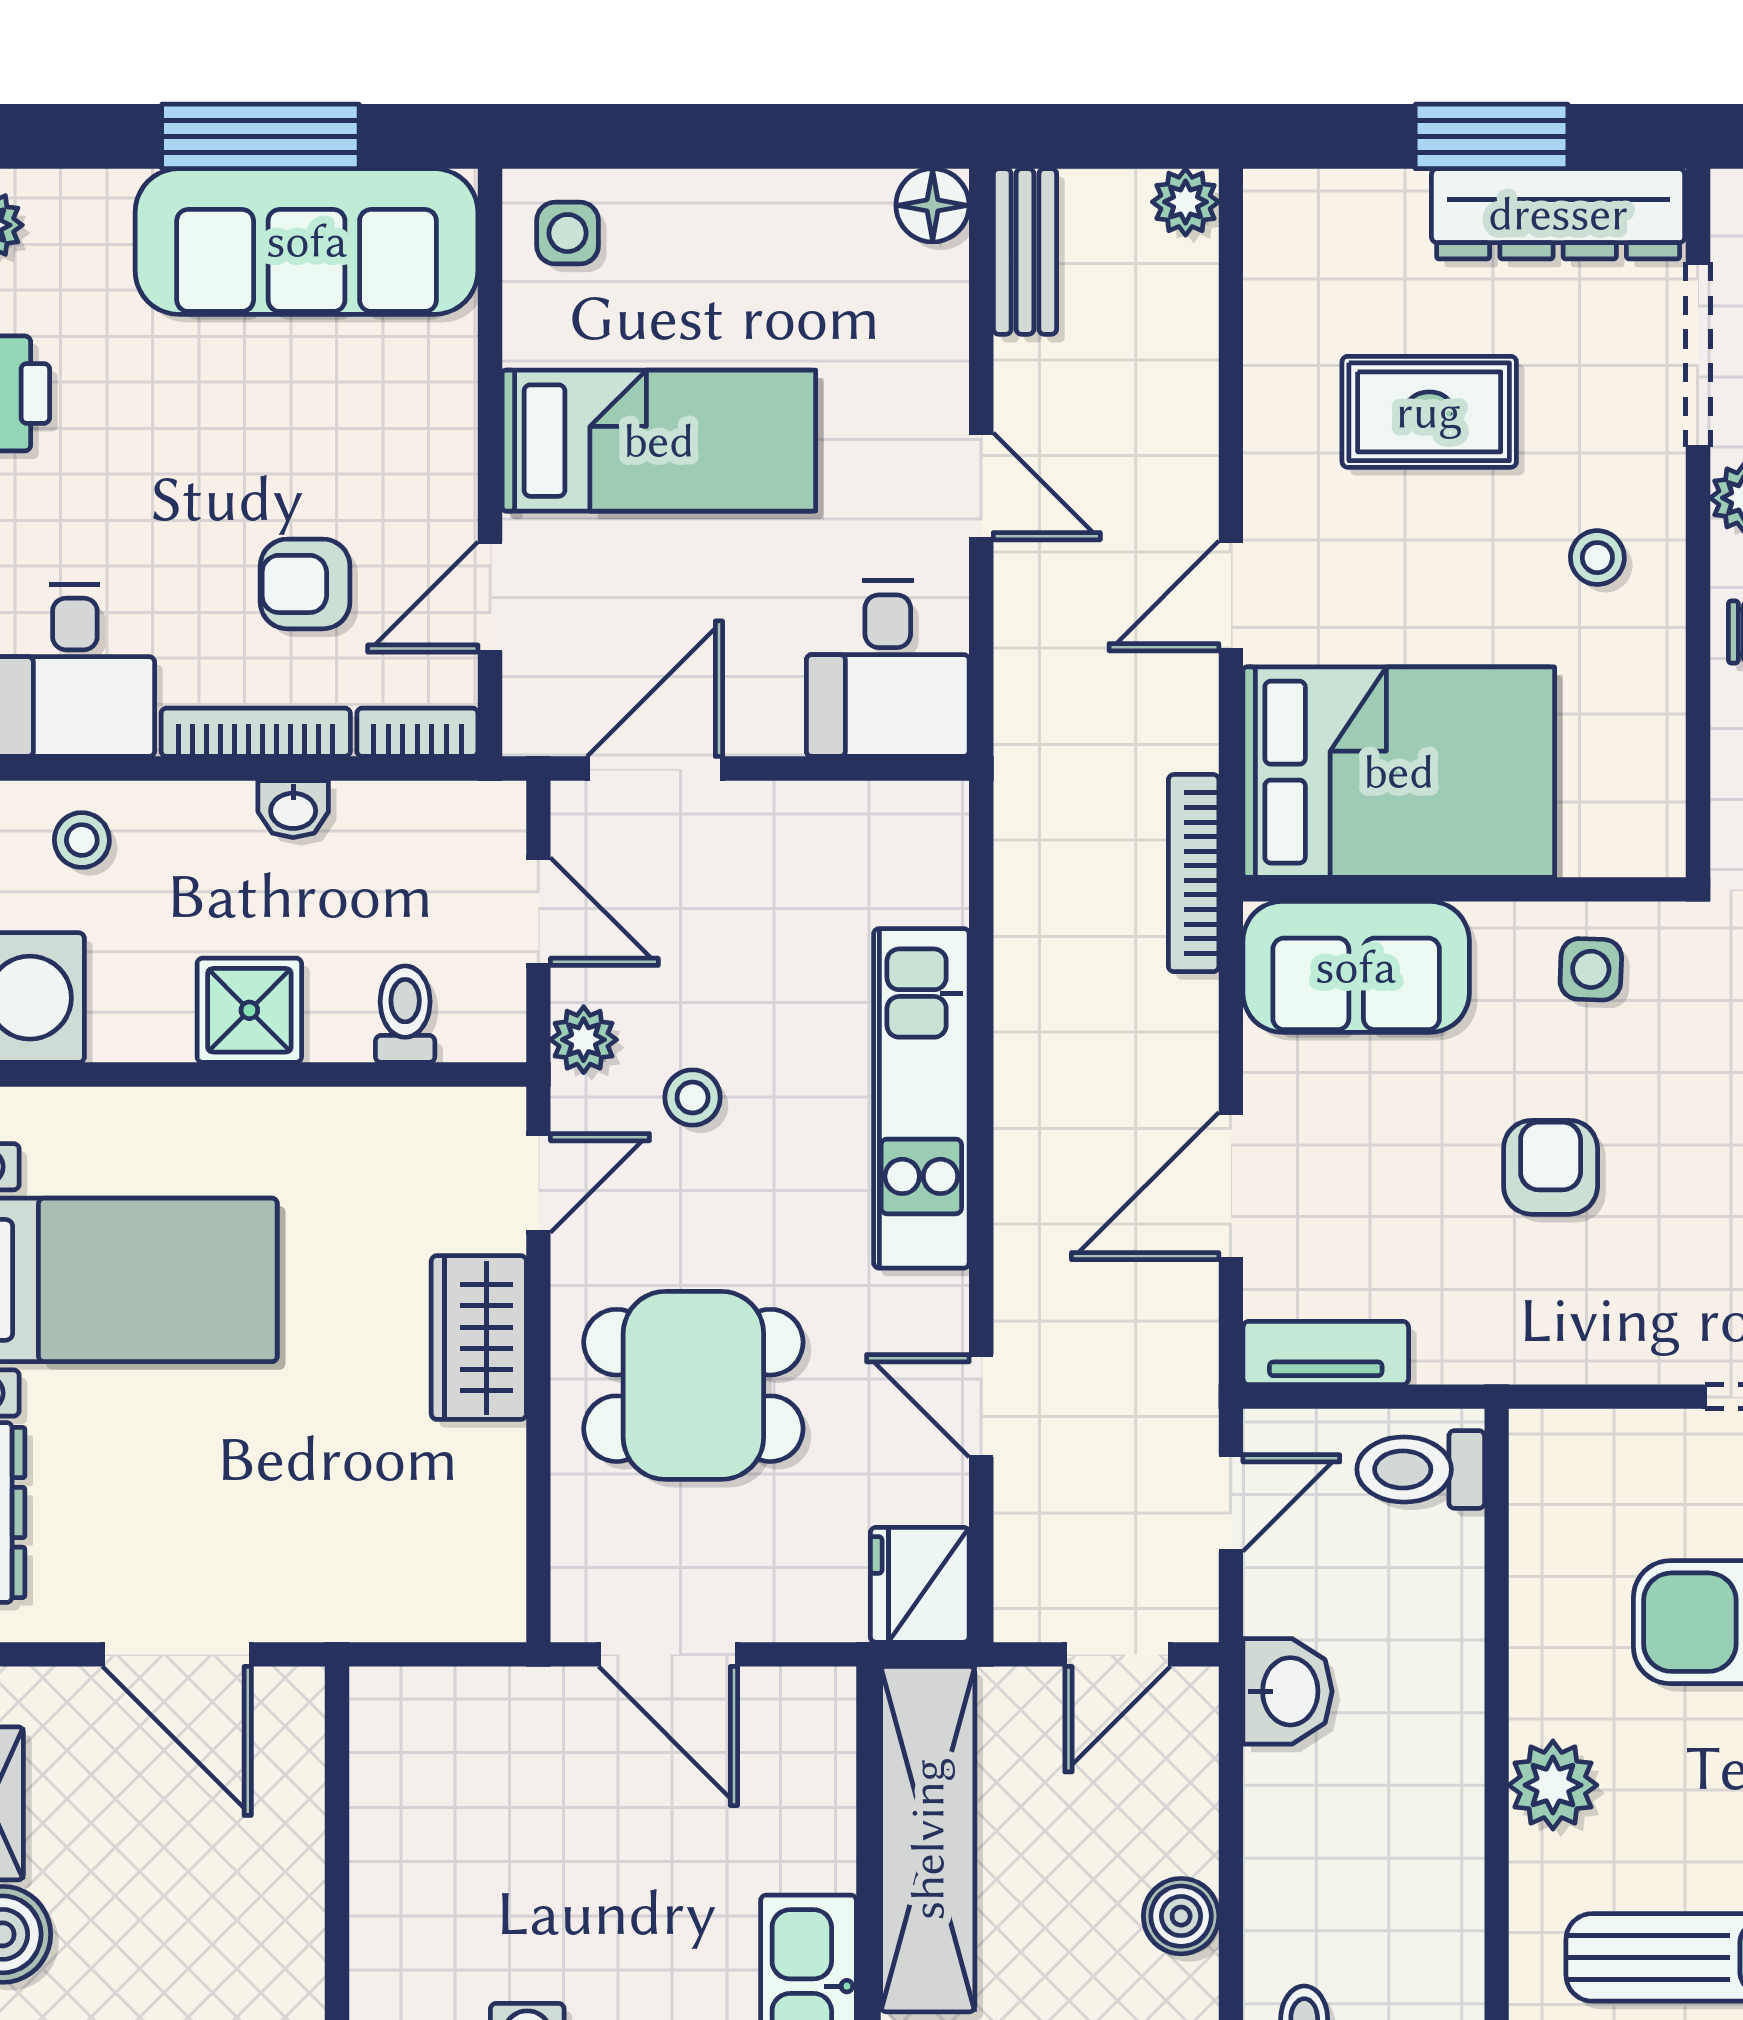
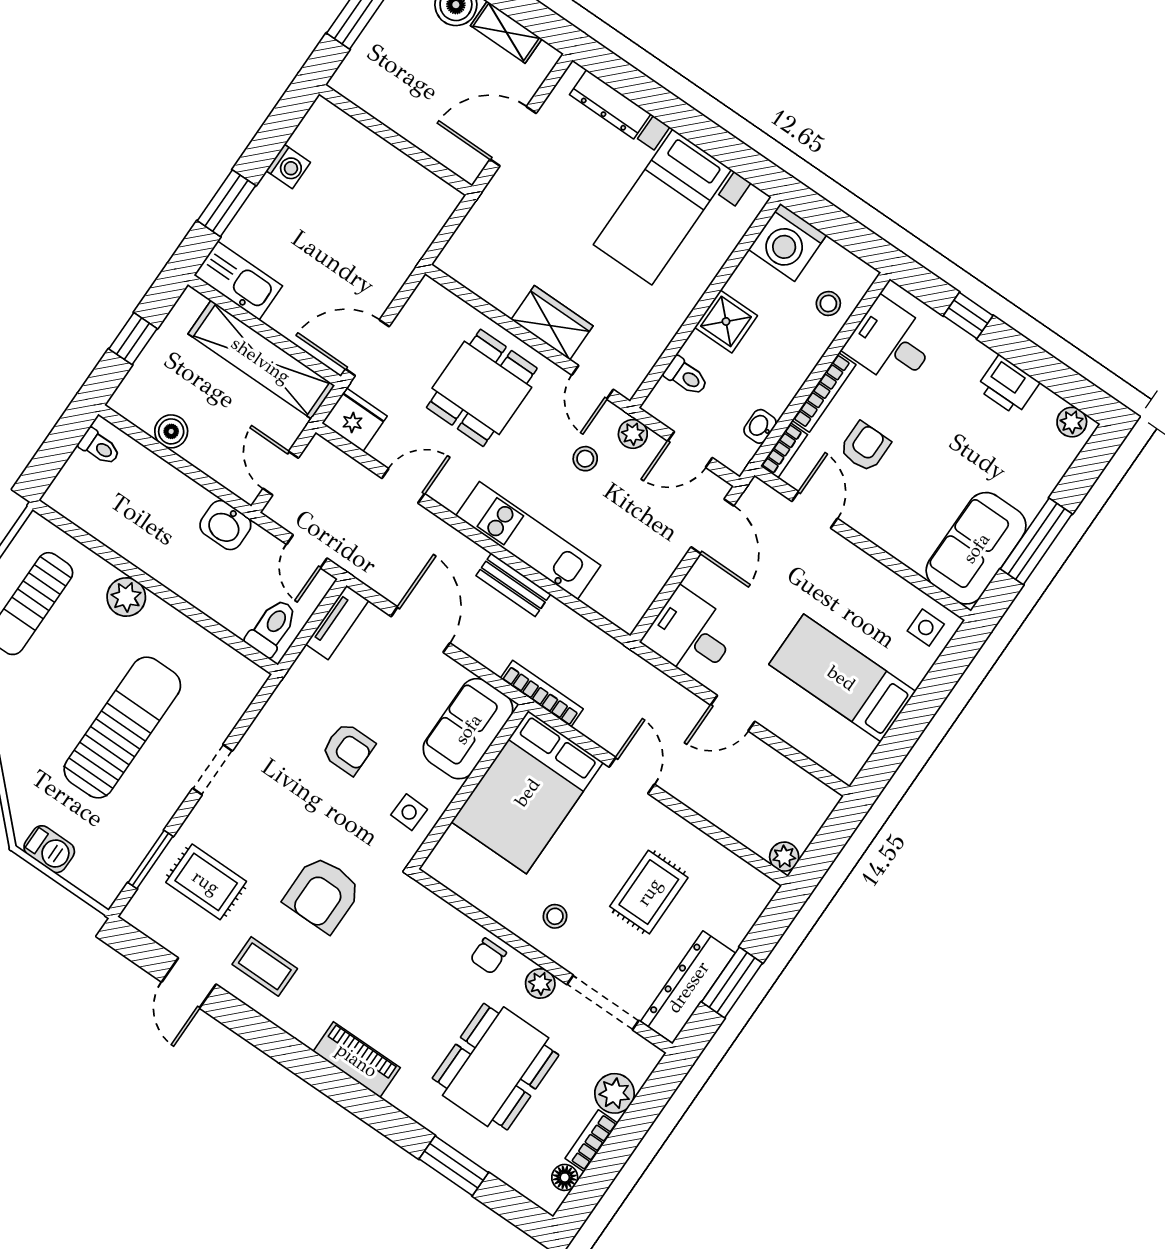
floor lamp: (933, 205) -> (846, 765), removed
sofa: (307, 241) -> (976, 548), width x0.73
bench: (1025, 251) -> (513, 585), moved
bed: (659, 441) -> (842, 678), moved, turned 90
washbasin: (293, 809) -> (760, 426), moved
door: (668, 1654) -> (367, 348), moved

